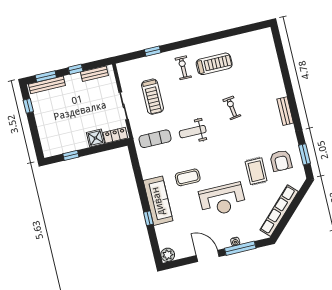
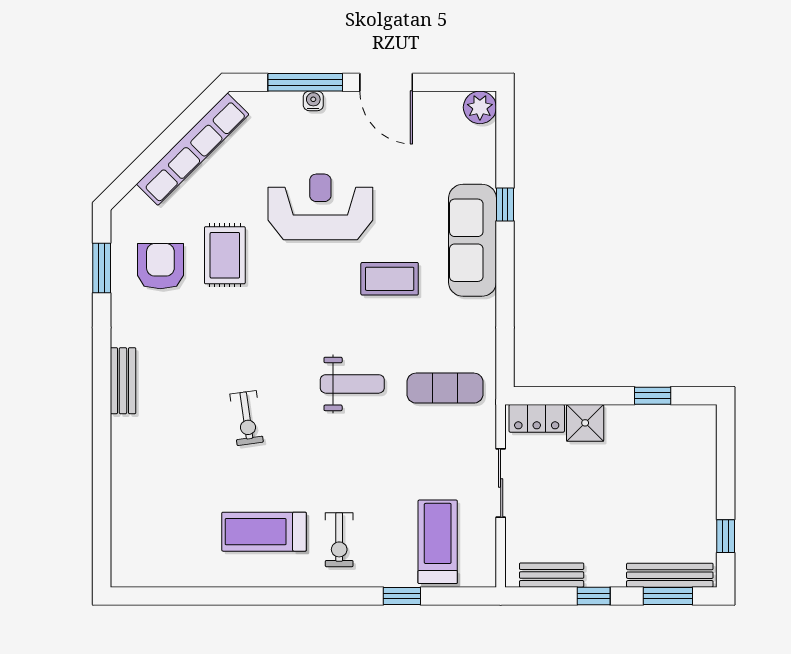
treadmill: (152, 97) -> (438, 542), moved

